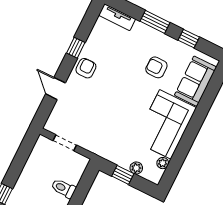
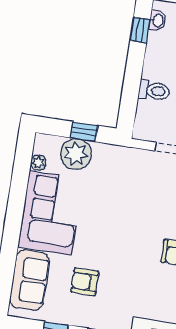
armchair: (156, 67) -> (85, 282), turned 180
plant: (136, 168) -> (76, 154), width x1.88, depth x1.88

